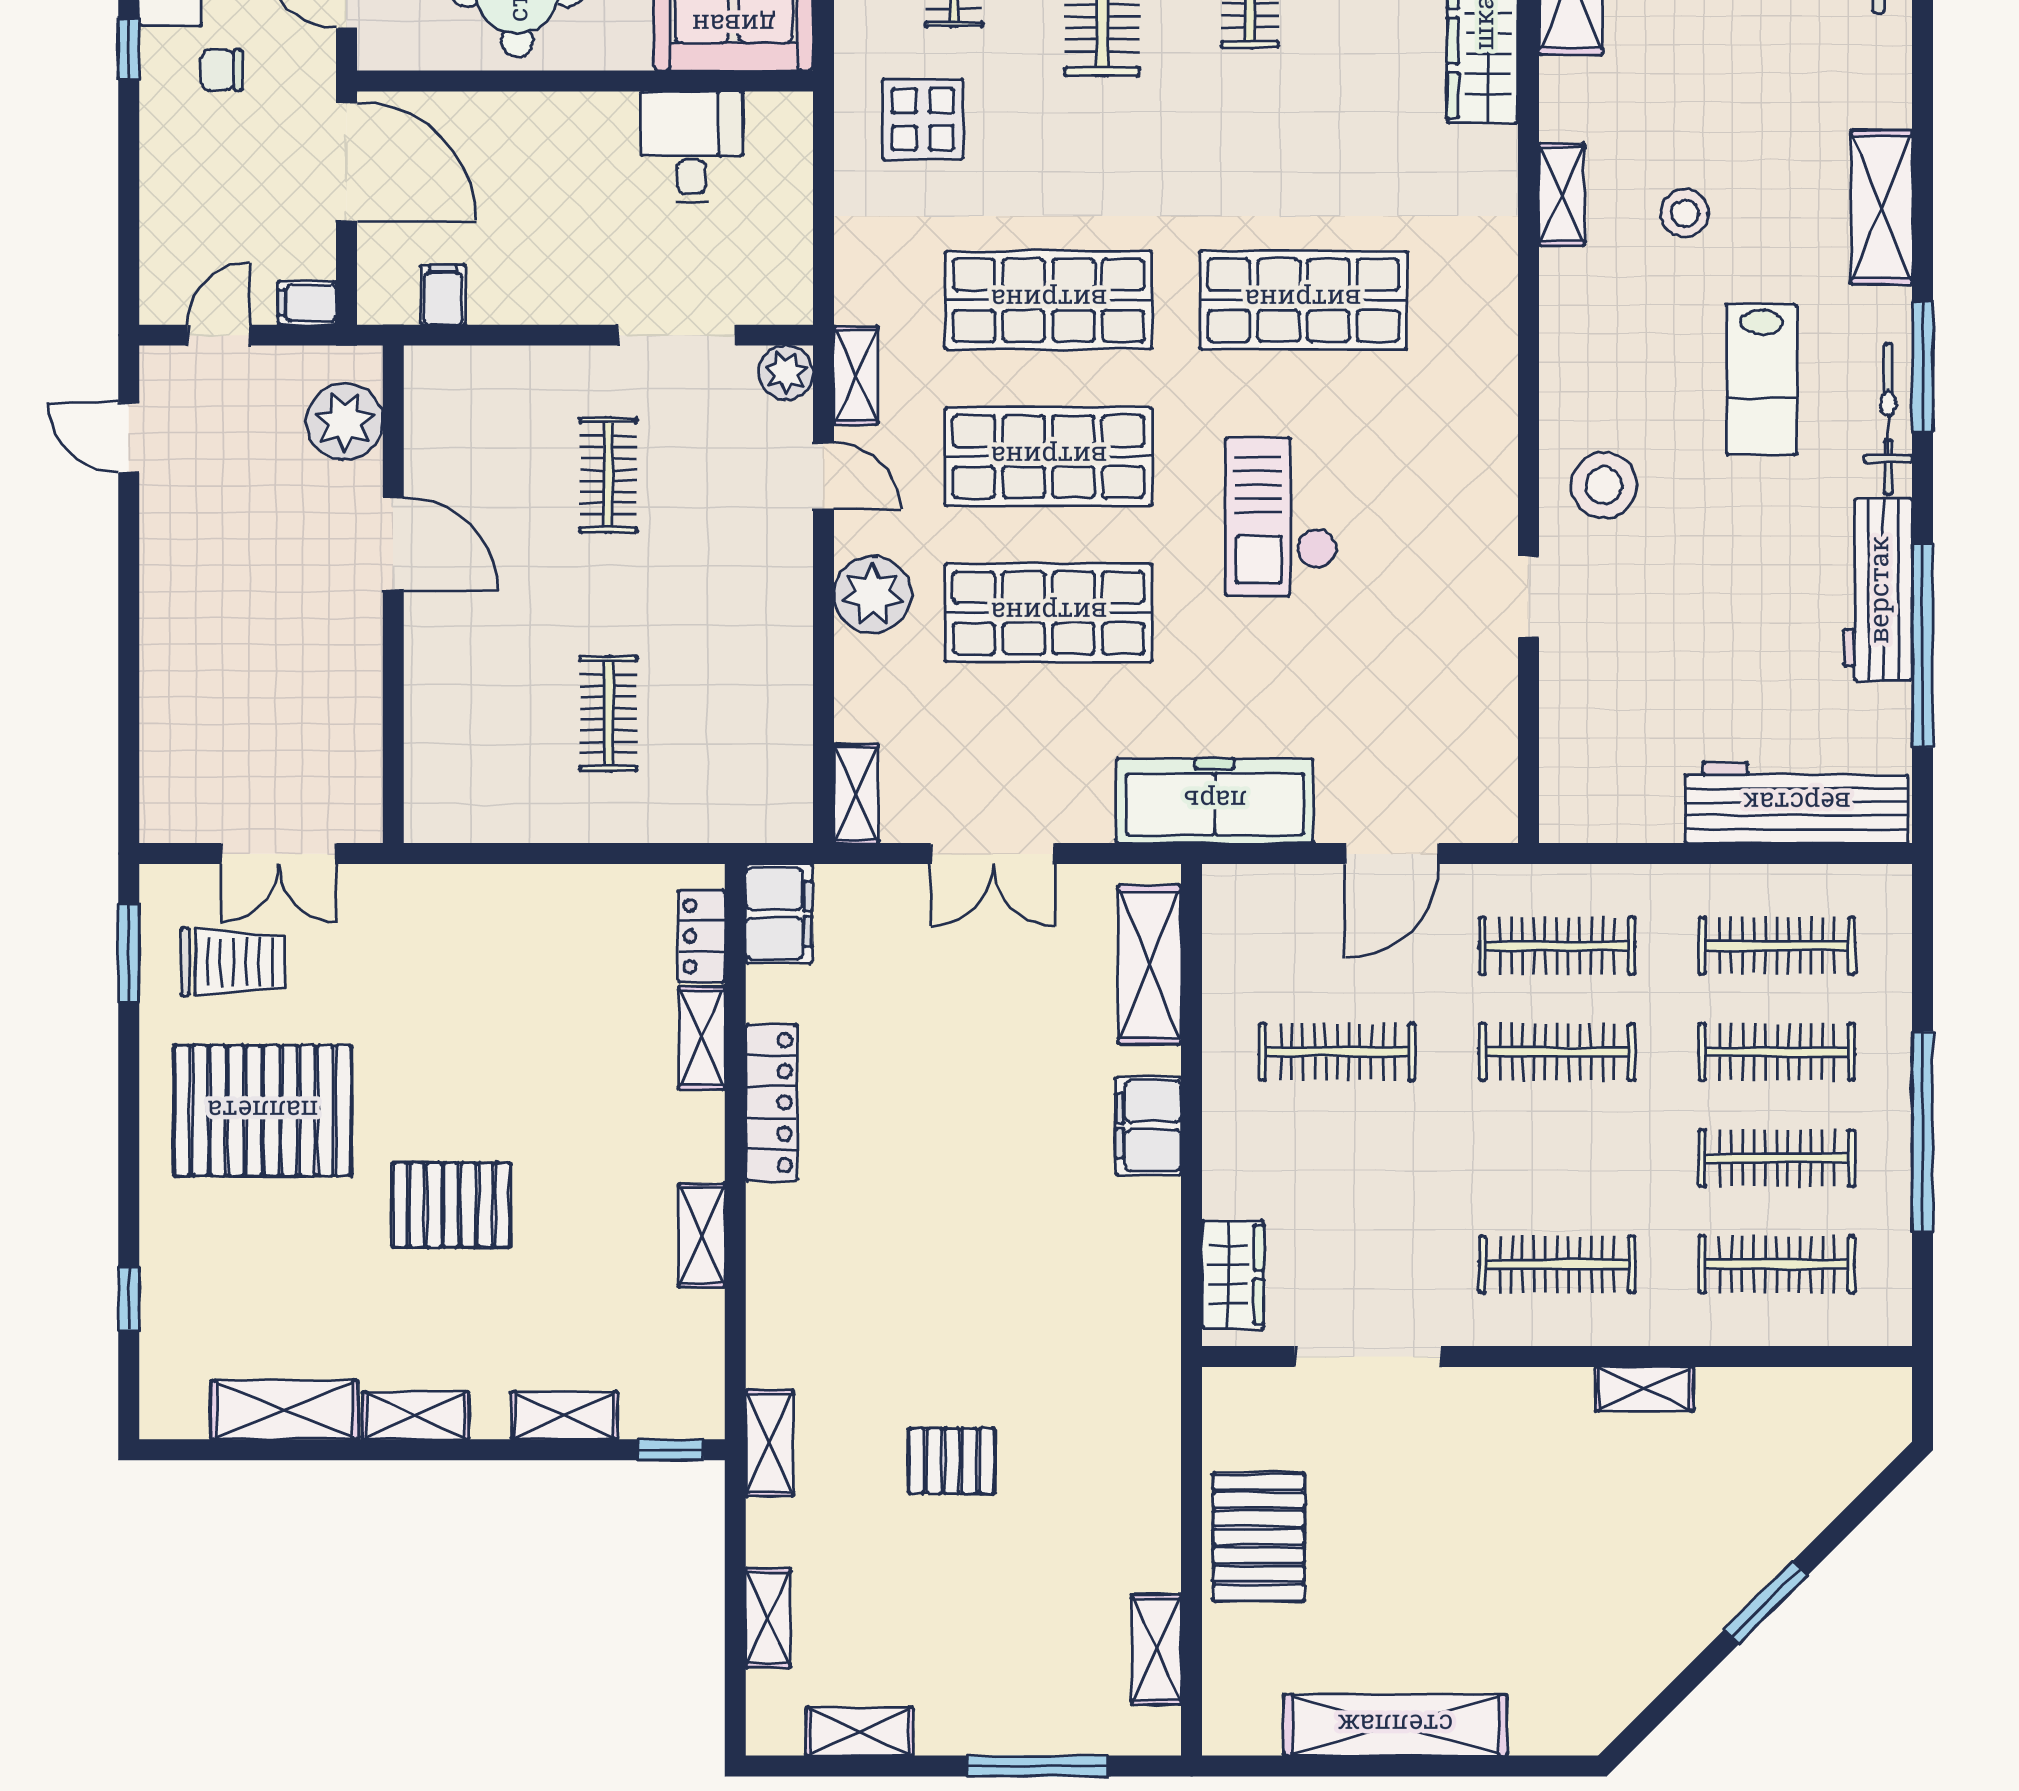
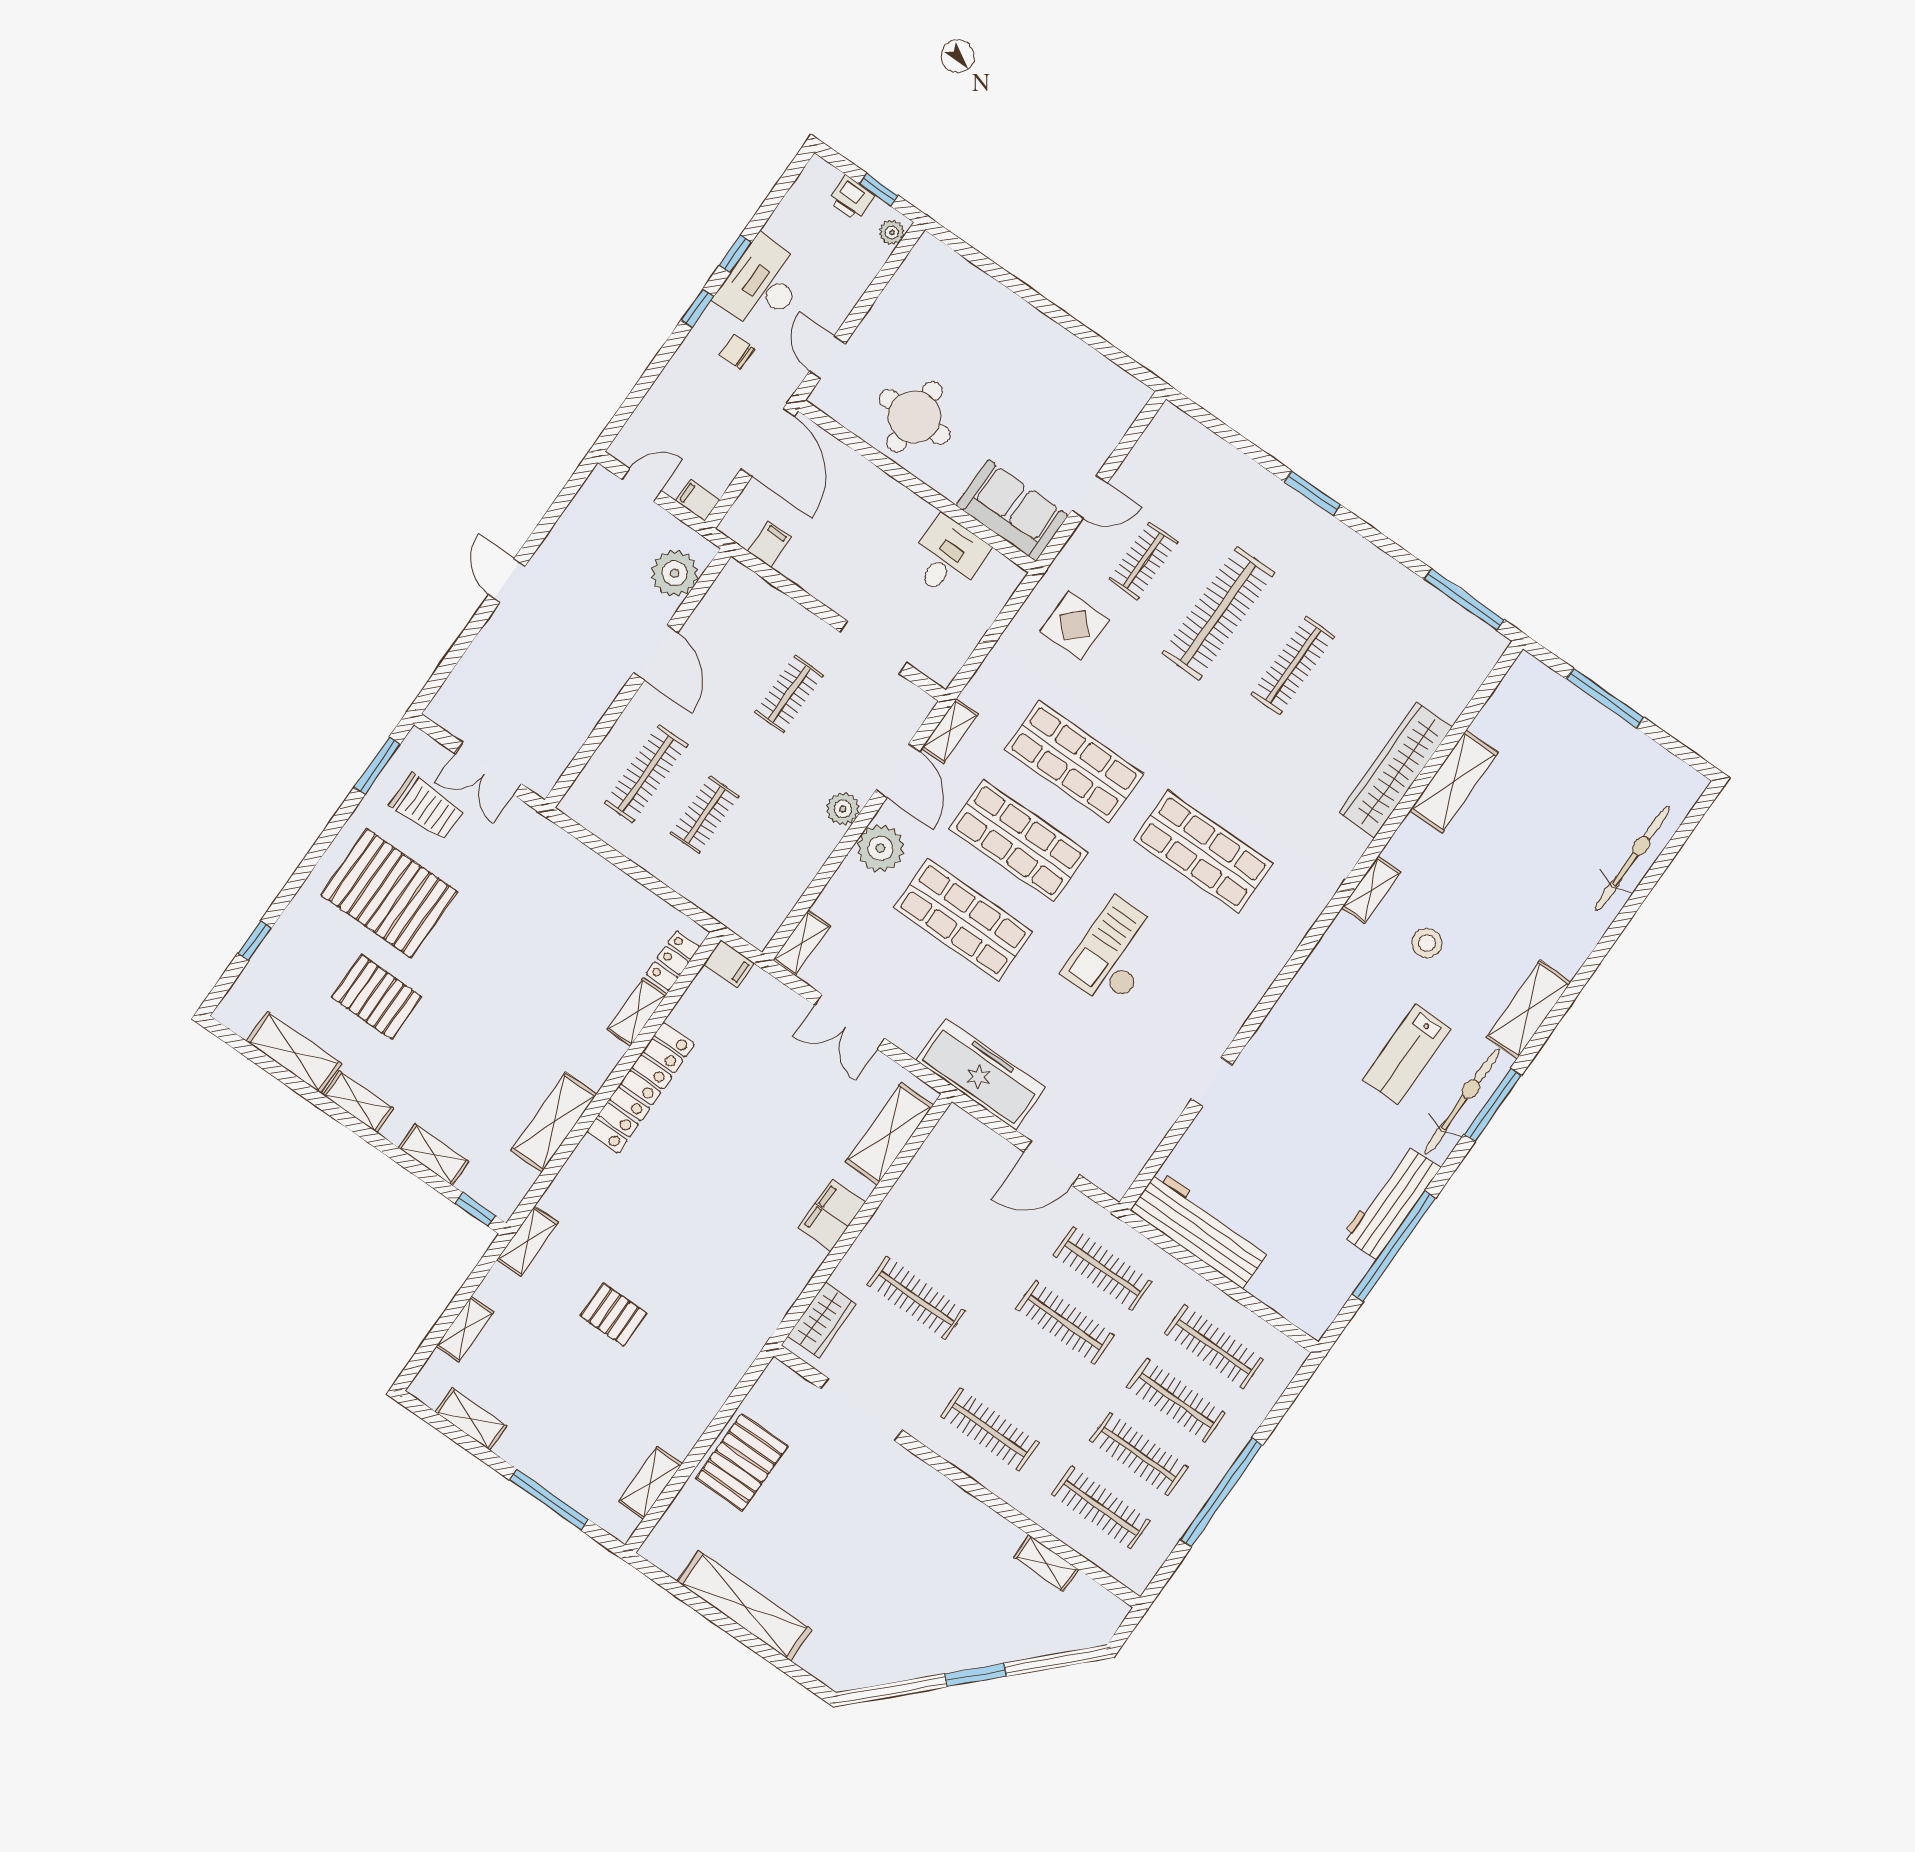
plant: (786, 373) -> (843, 809), moved
bicycle: (1888, 419) -> (1462, 1102), width x1.37, depth x1.40
door: (129, 438) -> (507, 581), moved
door: (823, 476) -> (898, 771), width x1.38
stool: (1604, 485) -> (1289, 1052), removed
clothes rail: (493, 714) -> (646, 774), added
workbench: (1797, 803) -> (1200, 1229), moved
filing cabinet: (779, 914) -> (729, 964), width x0.50
clothes rail: (1337, 1052) -> (916, 1298), moved
locker: (772, 1103) -> (641, 1088), width x1.41, depth x1.21
pallet: (451, 1205) -> (376, 997), moved
shelving: (702, 1235) -> (554, 1122), width x1.50, depth x1.33
shelving: (1644, 1389) -> (1046, 1563), moved

